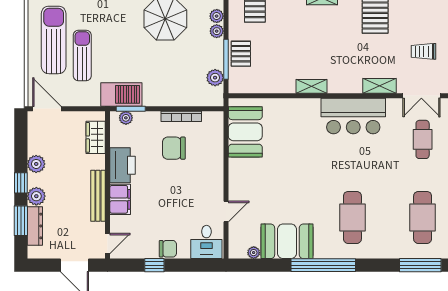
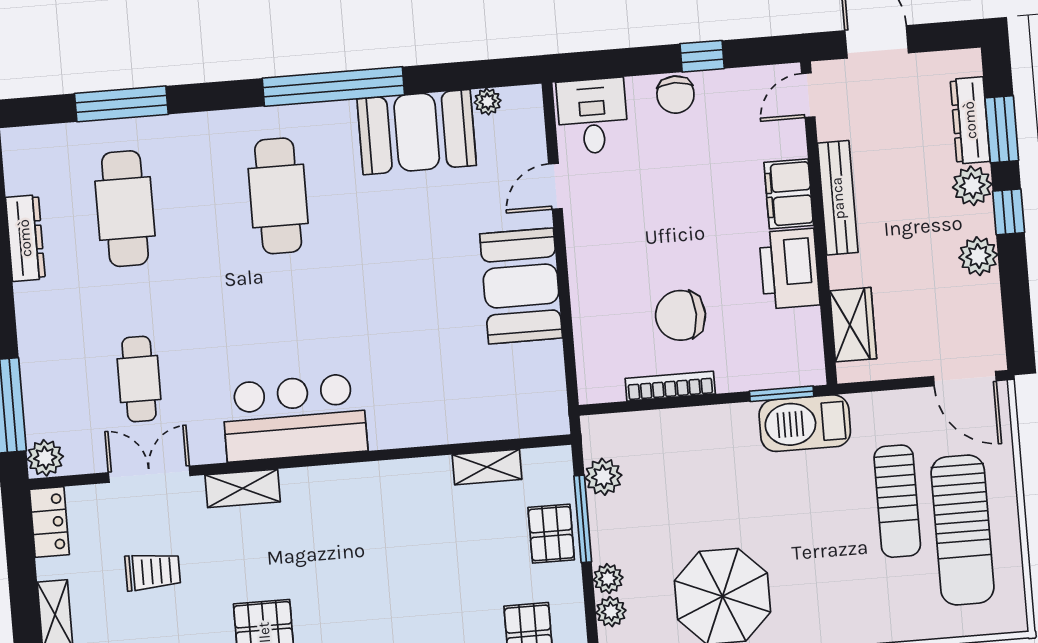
shelving: (311, 86) -> (487, 467), moved
plant: (126, 118) -> (791, 373), removed
booth: (245, 132) -> (521, 286), moved
chair: (174, 148) -> (680, 315), turned 180
chair: (168, 249) -> (675, 95), turned -90

